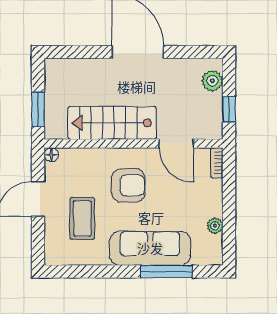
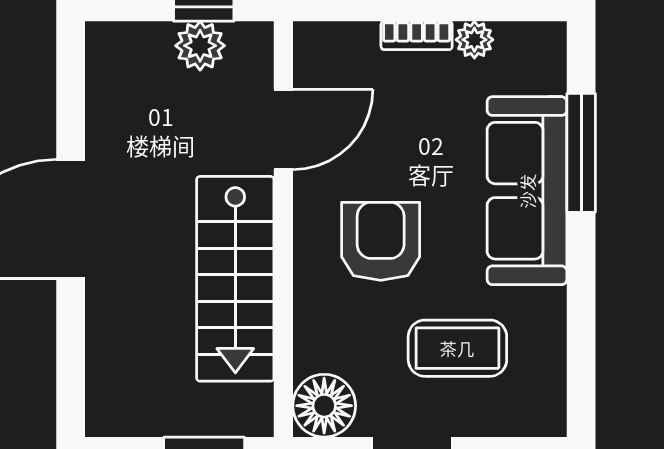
plant: (212, 81) -> (200, 46), moved
floor lamp: (51, 155) -> (324, 406), width x1.89, depth x1.89
bookcase: (217, 163) -> (417, 35), moved

